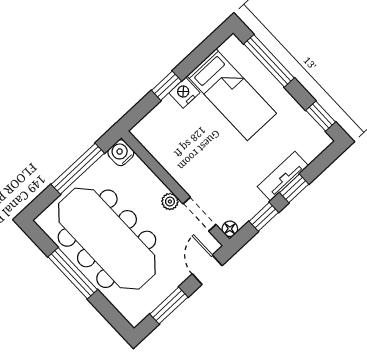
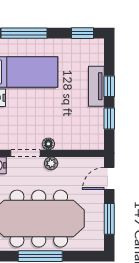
doorway: (200, 214) -> (25, 153), moved
floor lamp: (230, 229) -> (48, 144), moved
door: (207, 270) -> (109, 178), hinge flipped

